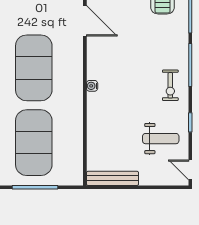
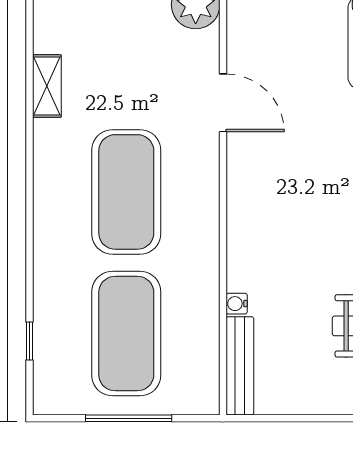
water cooler: (92, 86) -> (237, 304), moved
bench: (113, 178) -> (240, 366), moved, turned 90

